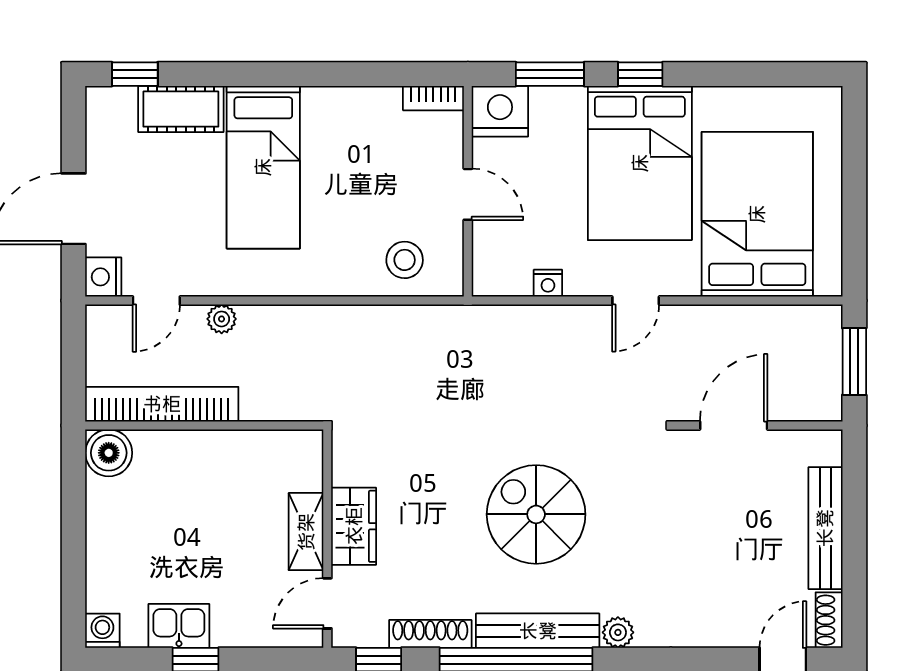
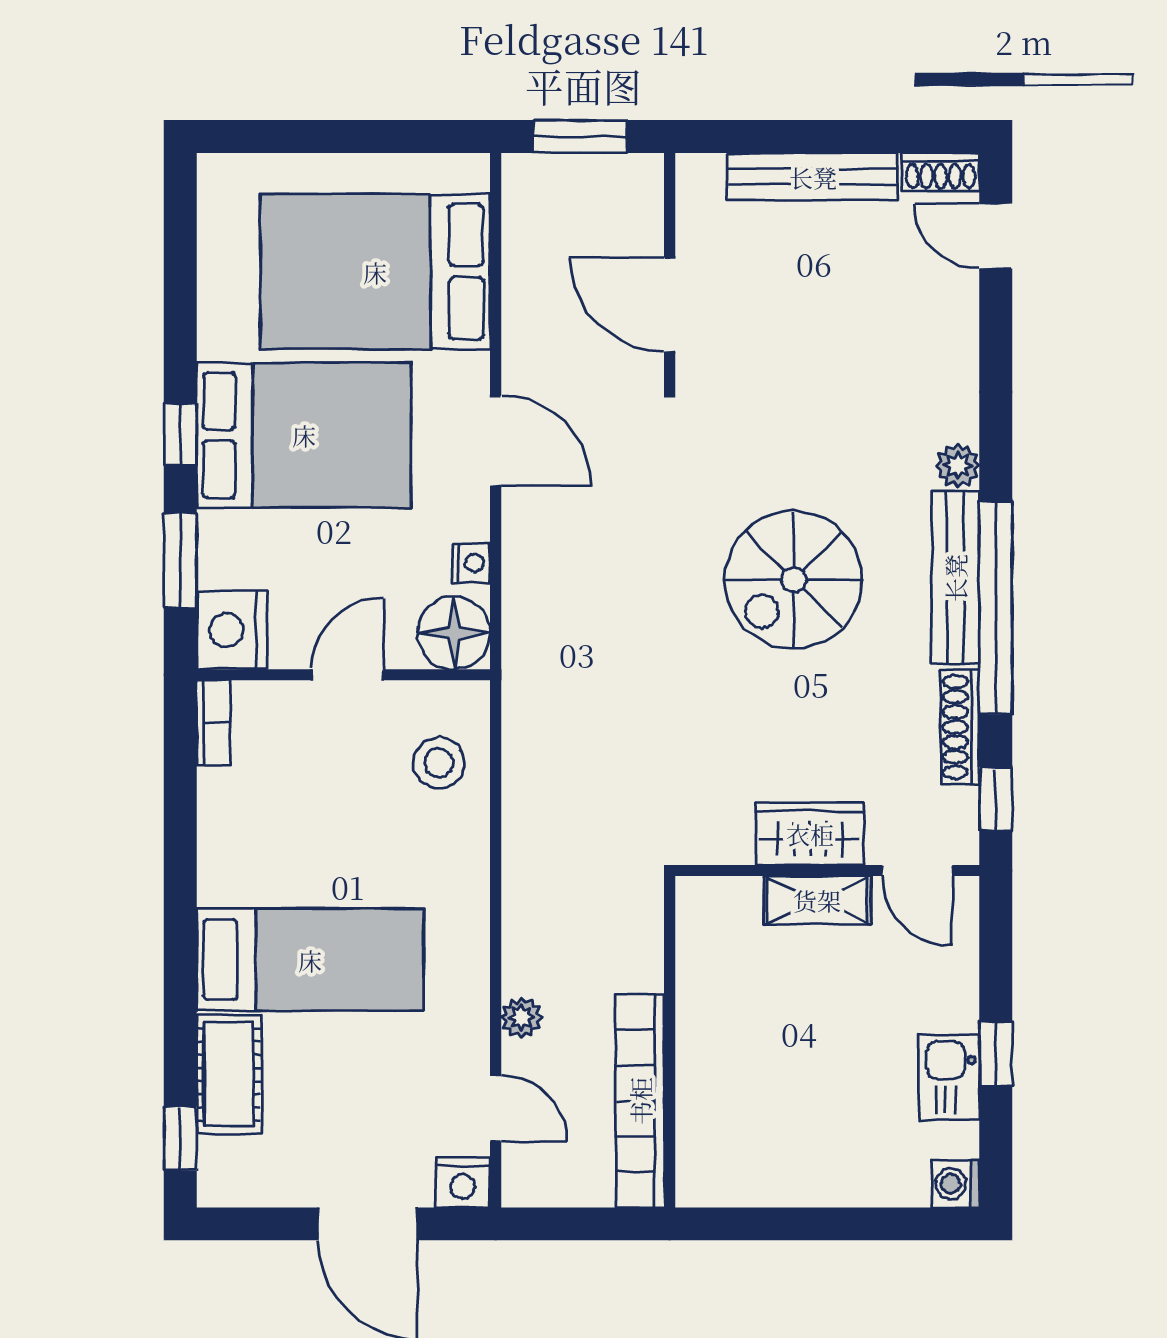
floor lamp: (498, 271) -> (454, 633), added
door: (636, 301) -> (496, 441), width x1.38
boiler: (109, 453) -> (708, 1175), removed

